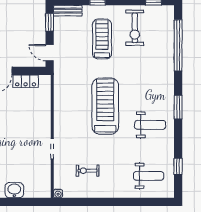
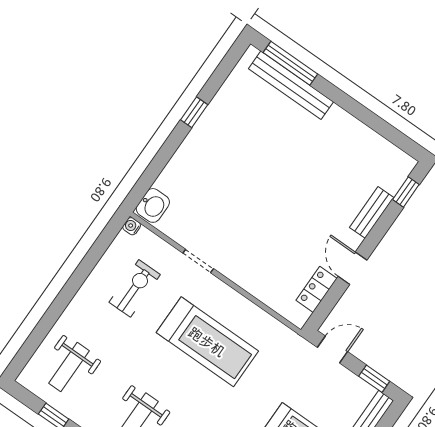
treadmill: (105, 106) -> (207, 342), moved
exercise bike: (88, 171) -> (135, 288), width x1.38, depth x1.39
washbasin: (14, 190) -> (153, 205), moved

